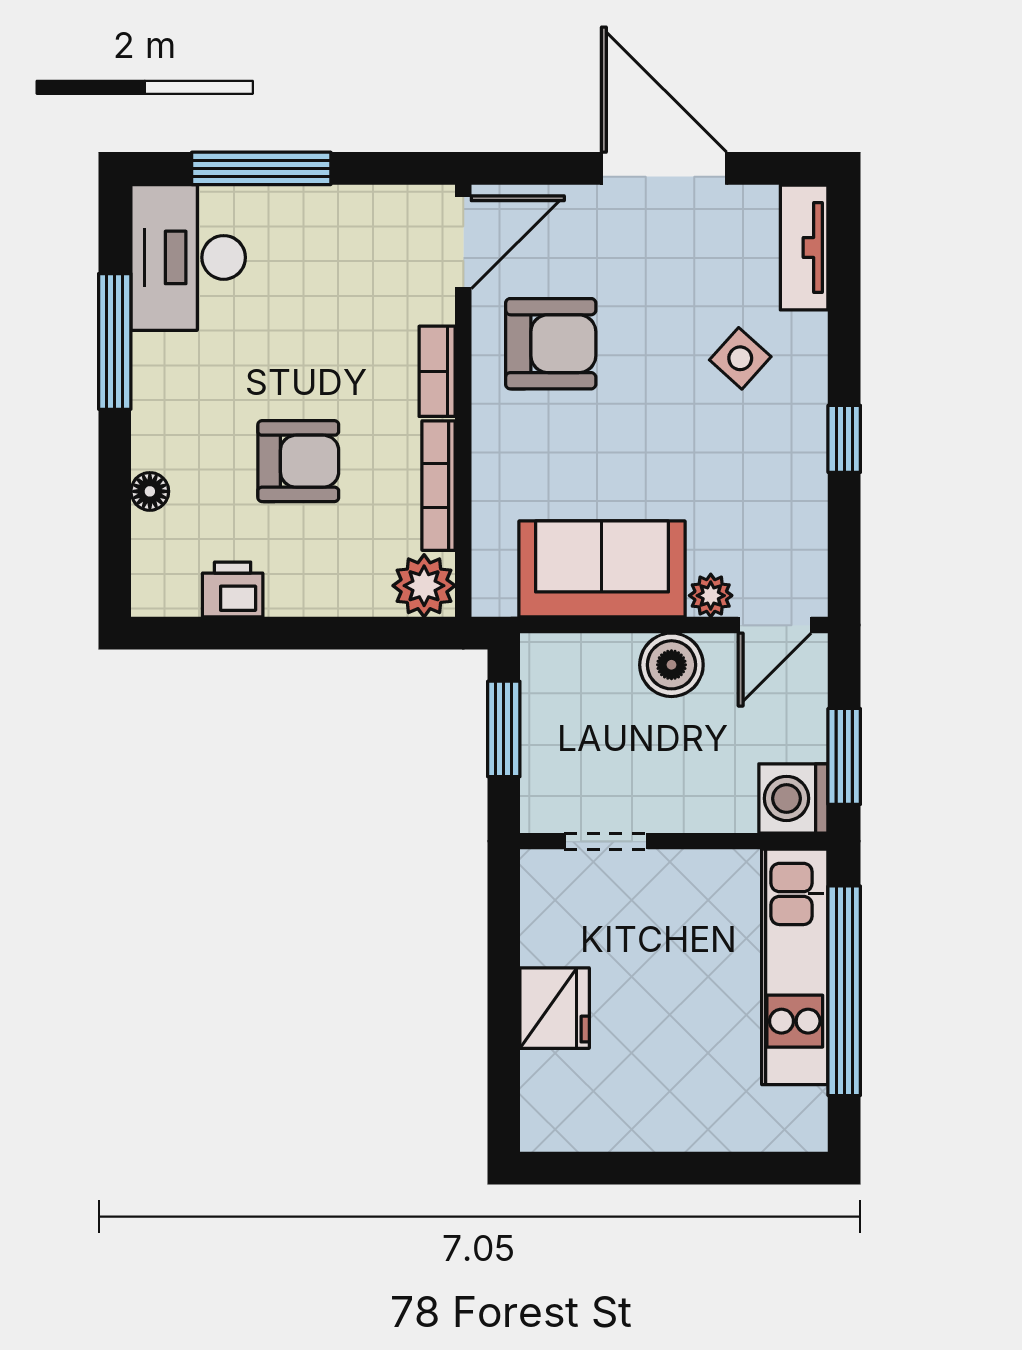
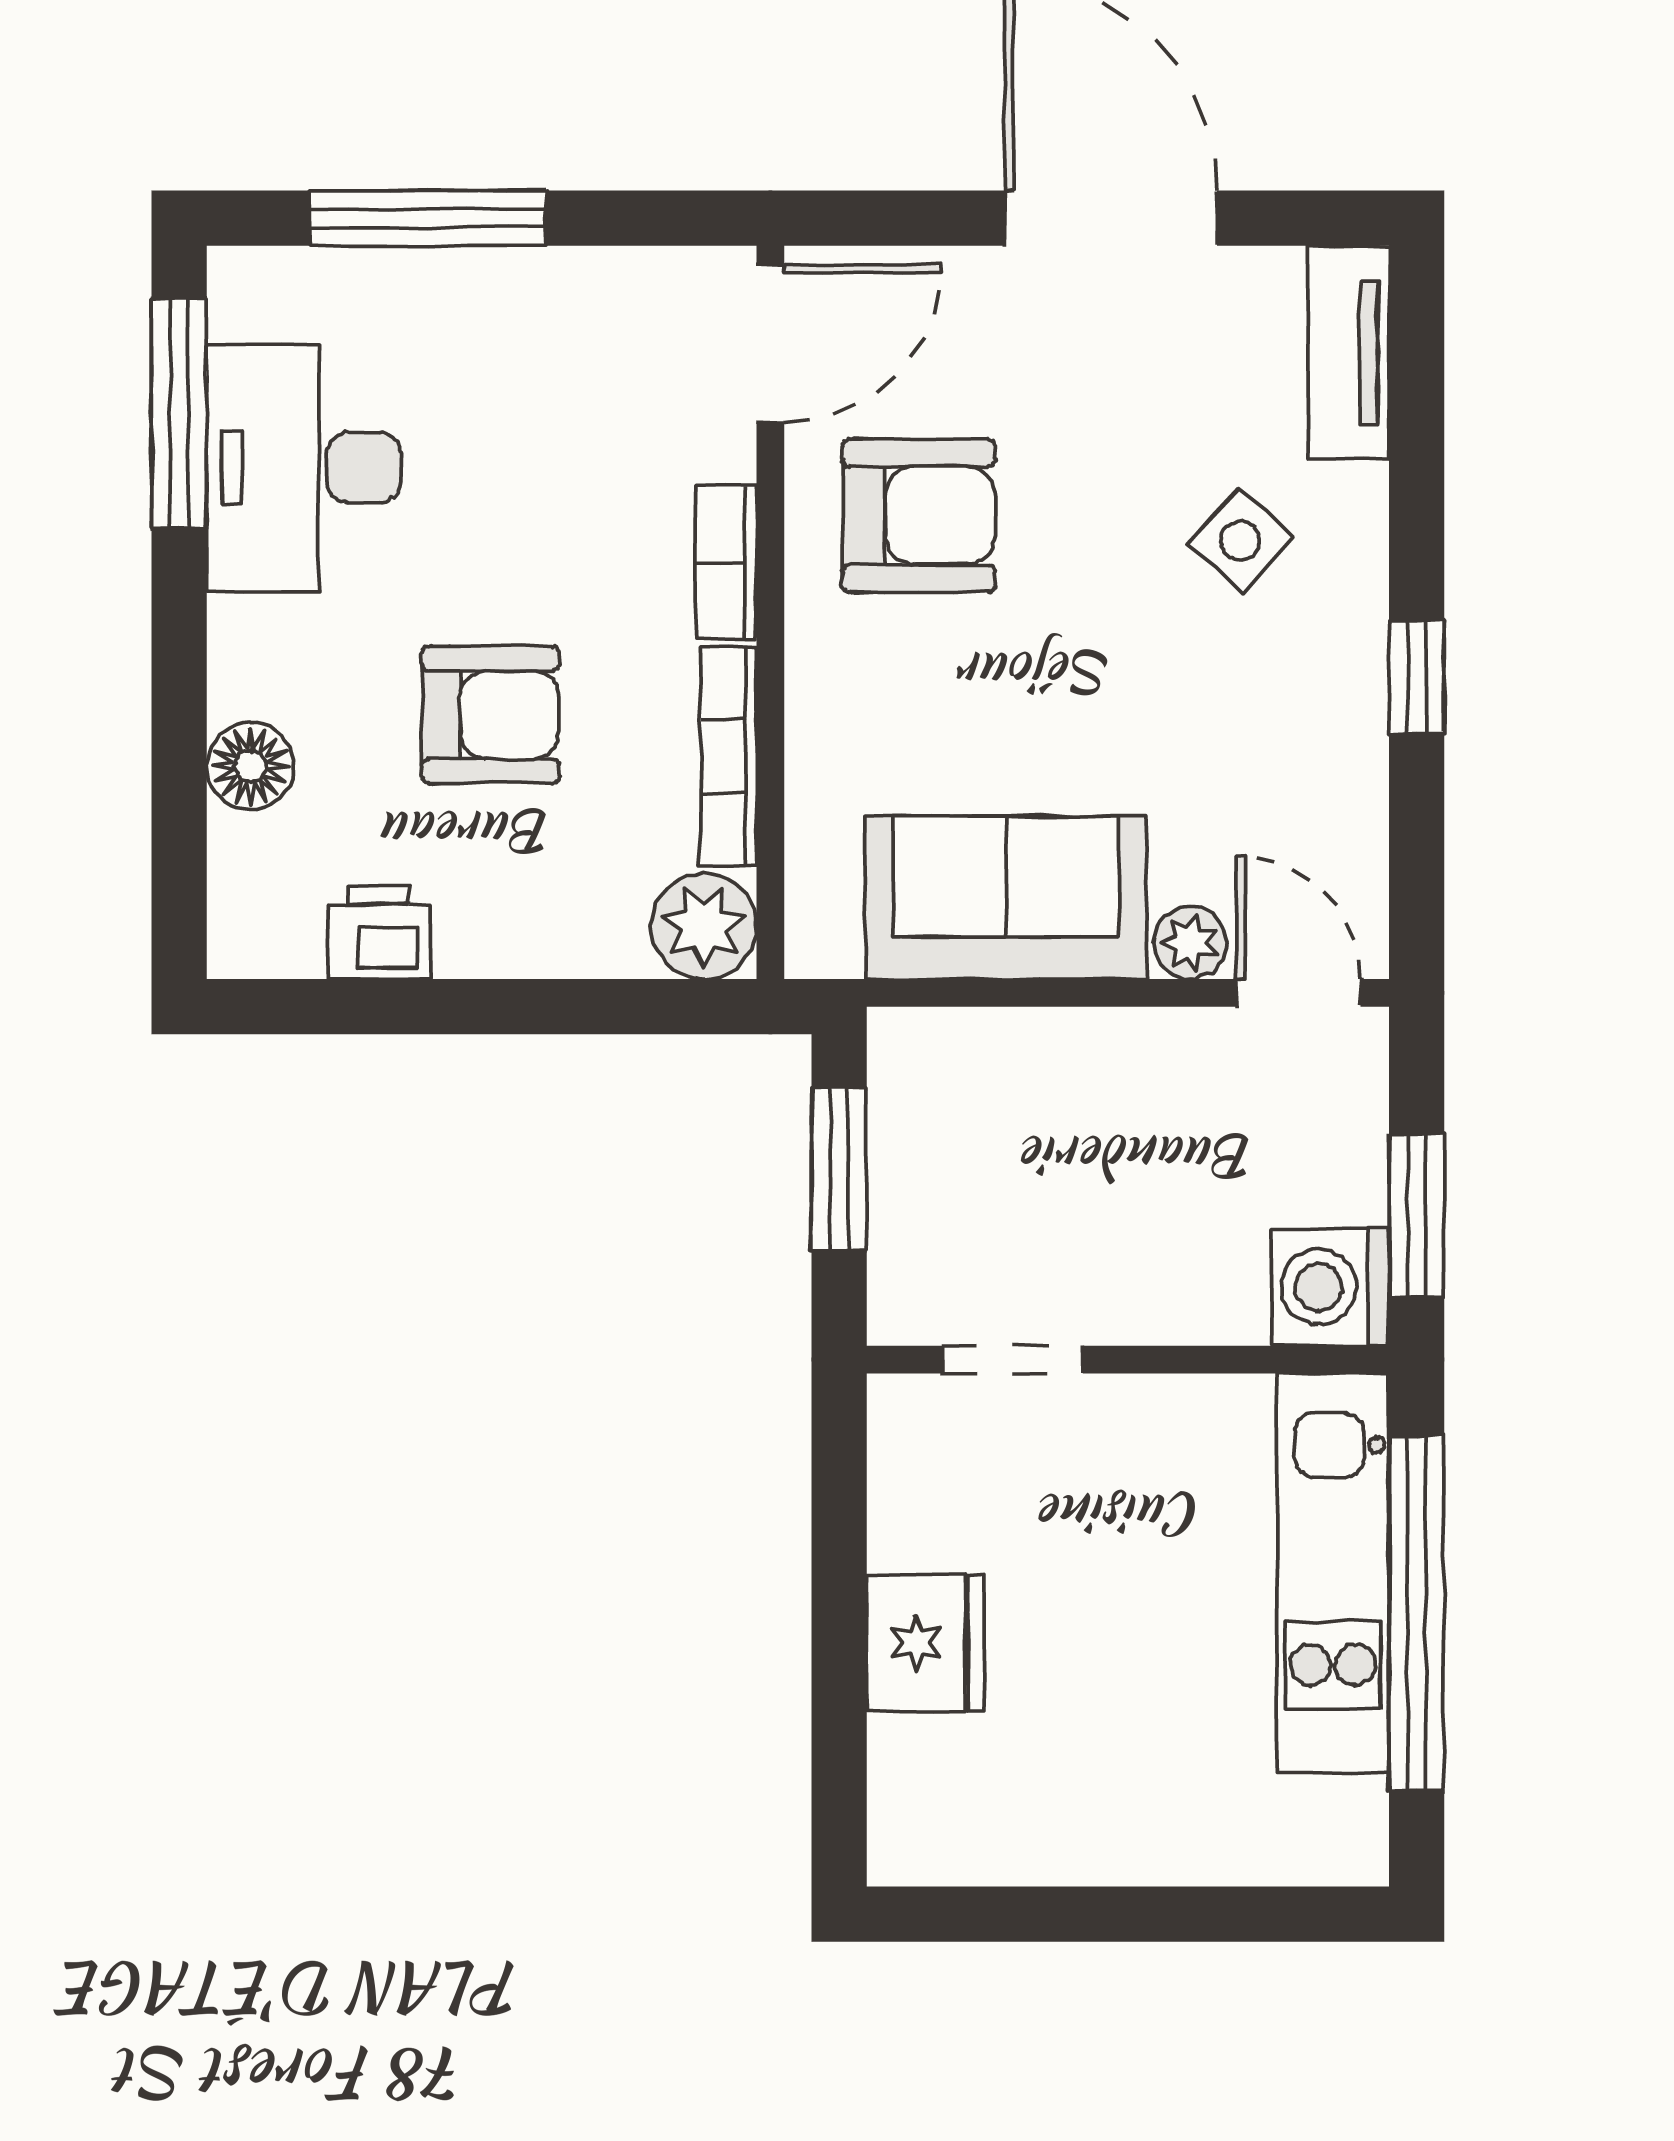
desk: (188, 257) -> (304, 468), moved
window: (115, 341) -> (179, 413), moved
floor lamp: (150, 491) -> (250, 766), width x1.37, depth x1.37
door: (775, 625) -> (1299, 993), swing flipped
boiler: (671, 665) -> (1124, 1060), removed

